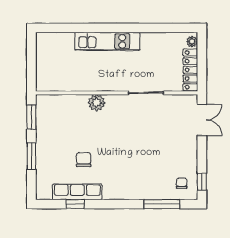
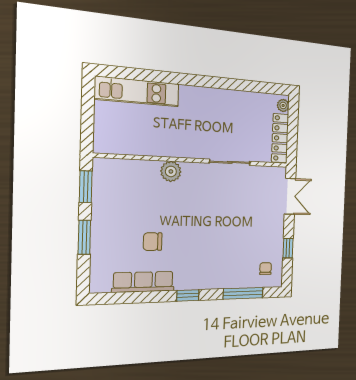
kitchen unit: (107, 41) -> (137, 92), moved
chair: (84, 160) -> (153, 242), turned -90
window: (202, 182) -> (288, 248), moved
window: (75, 204) -> (188, 295), moved

